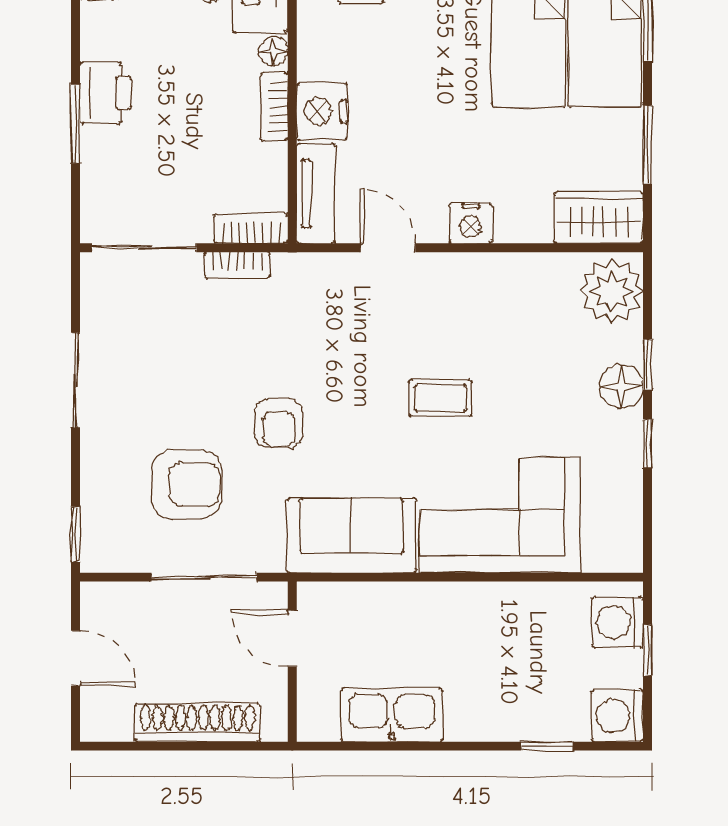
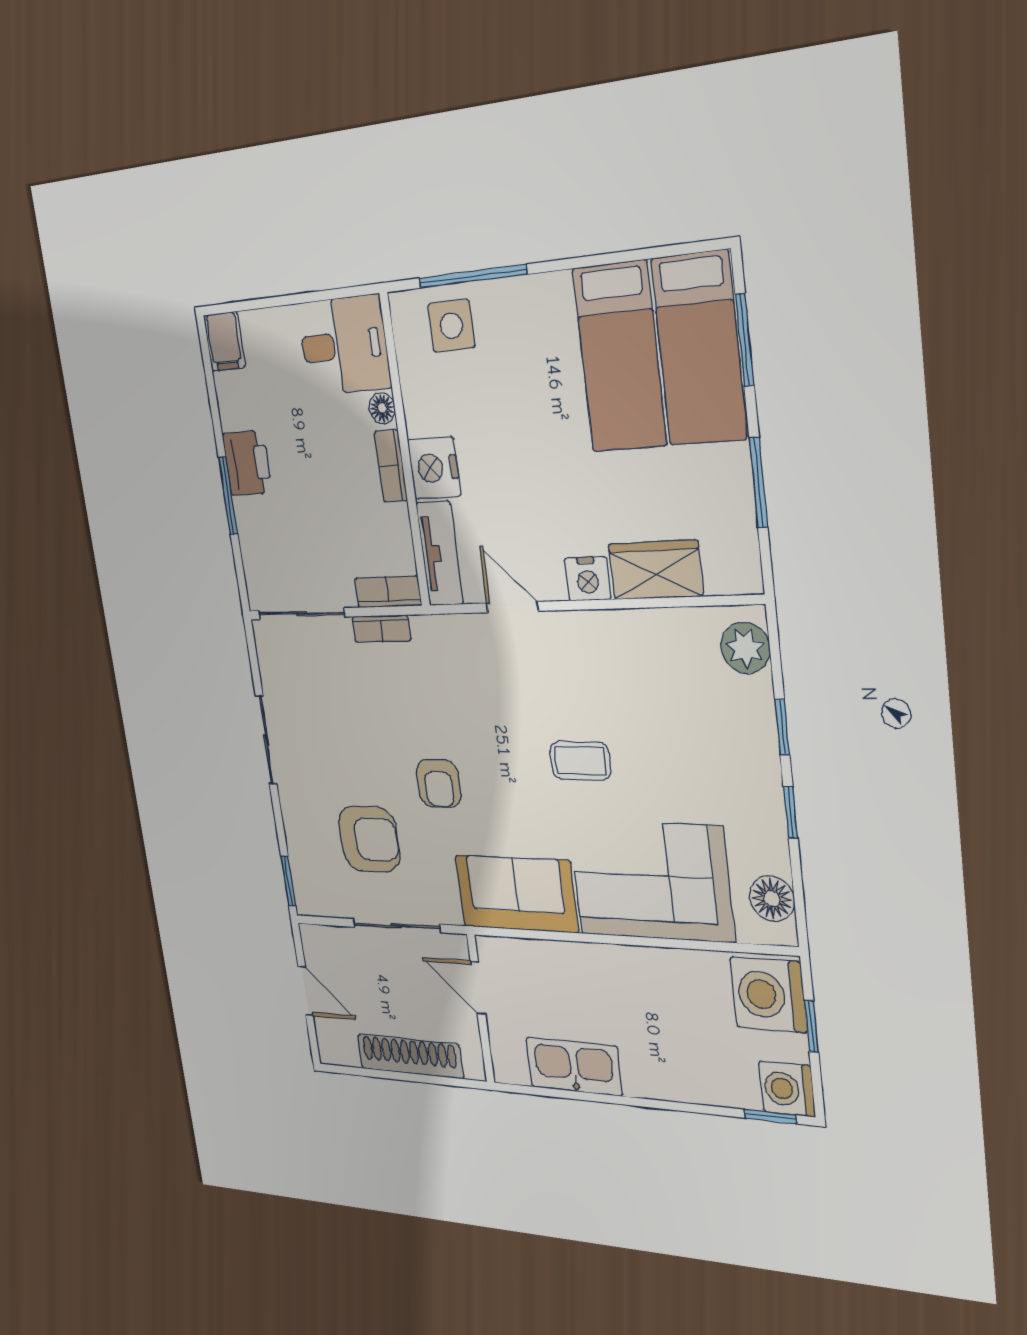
wardrobe: (599, 218) -> (655, 570), moved
plant: (611, 291) -> (745, 648), width x0.73, depth x0.73
floor lamp: (621, 386) -> (772, 899), moved
washing machine: (618, 622) -> (768, 995), width x1.37, depth x1.37
window: (547, 746) -> (770, 1117), moved

